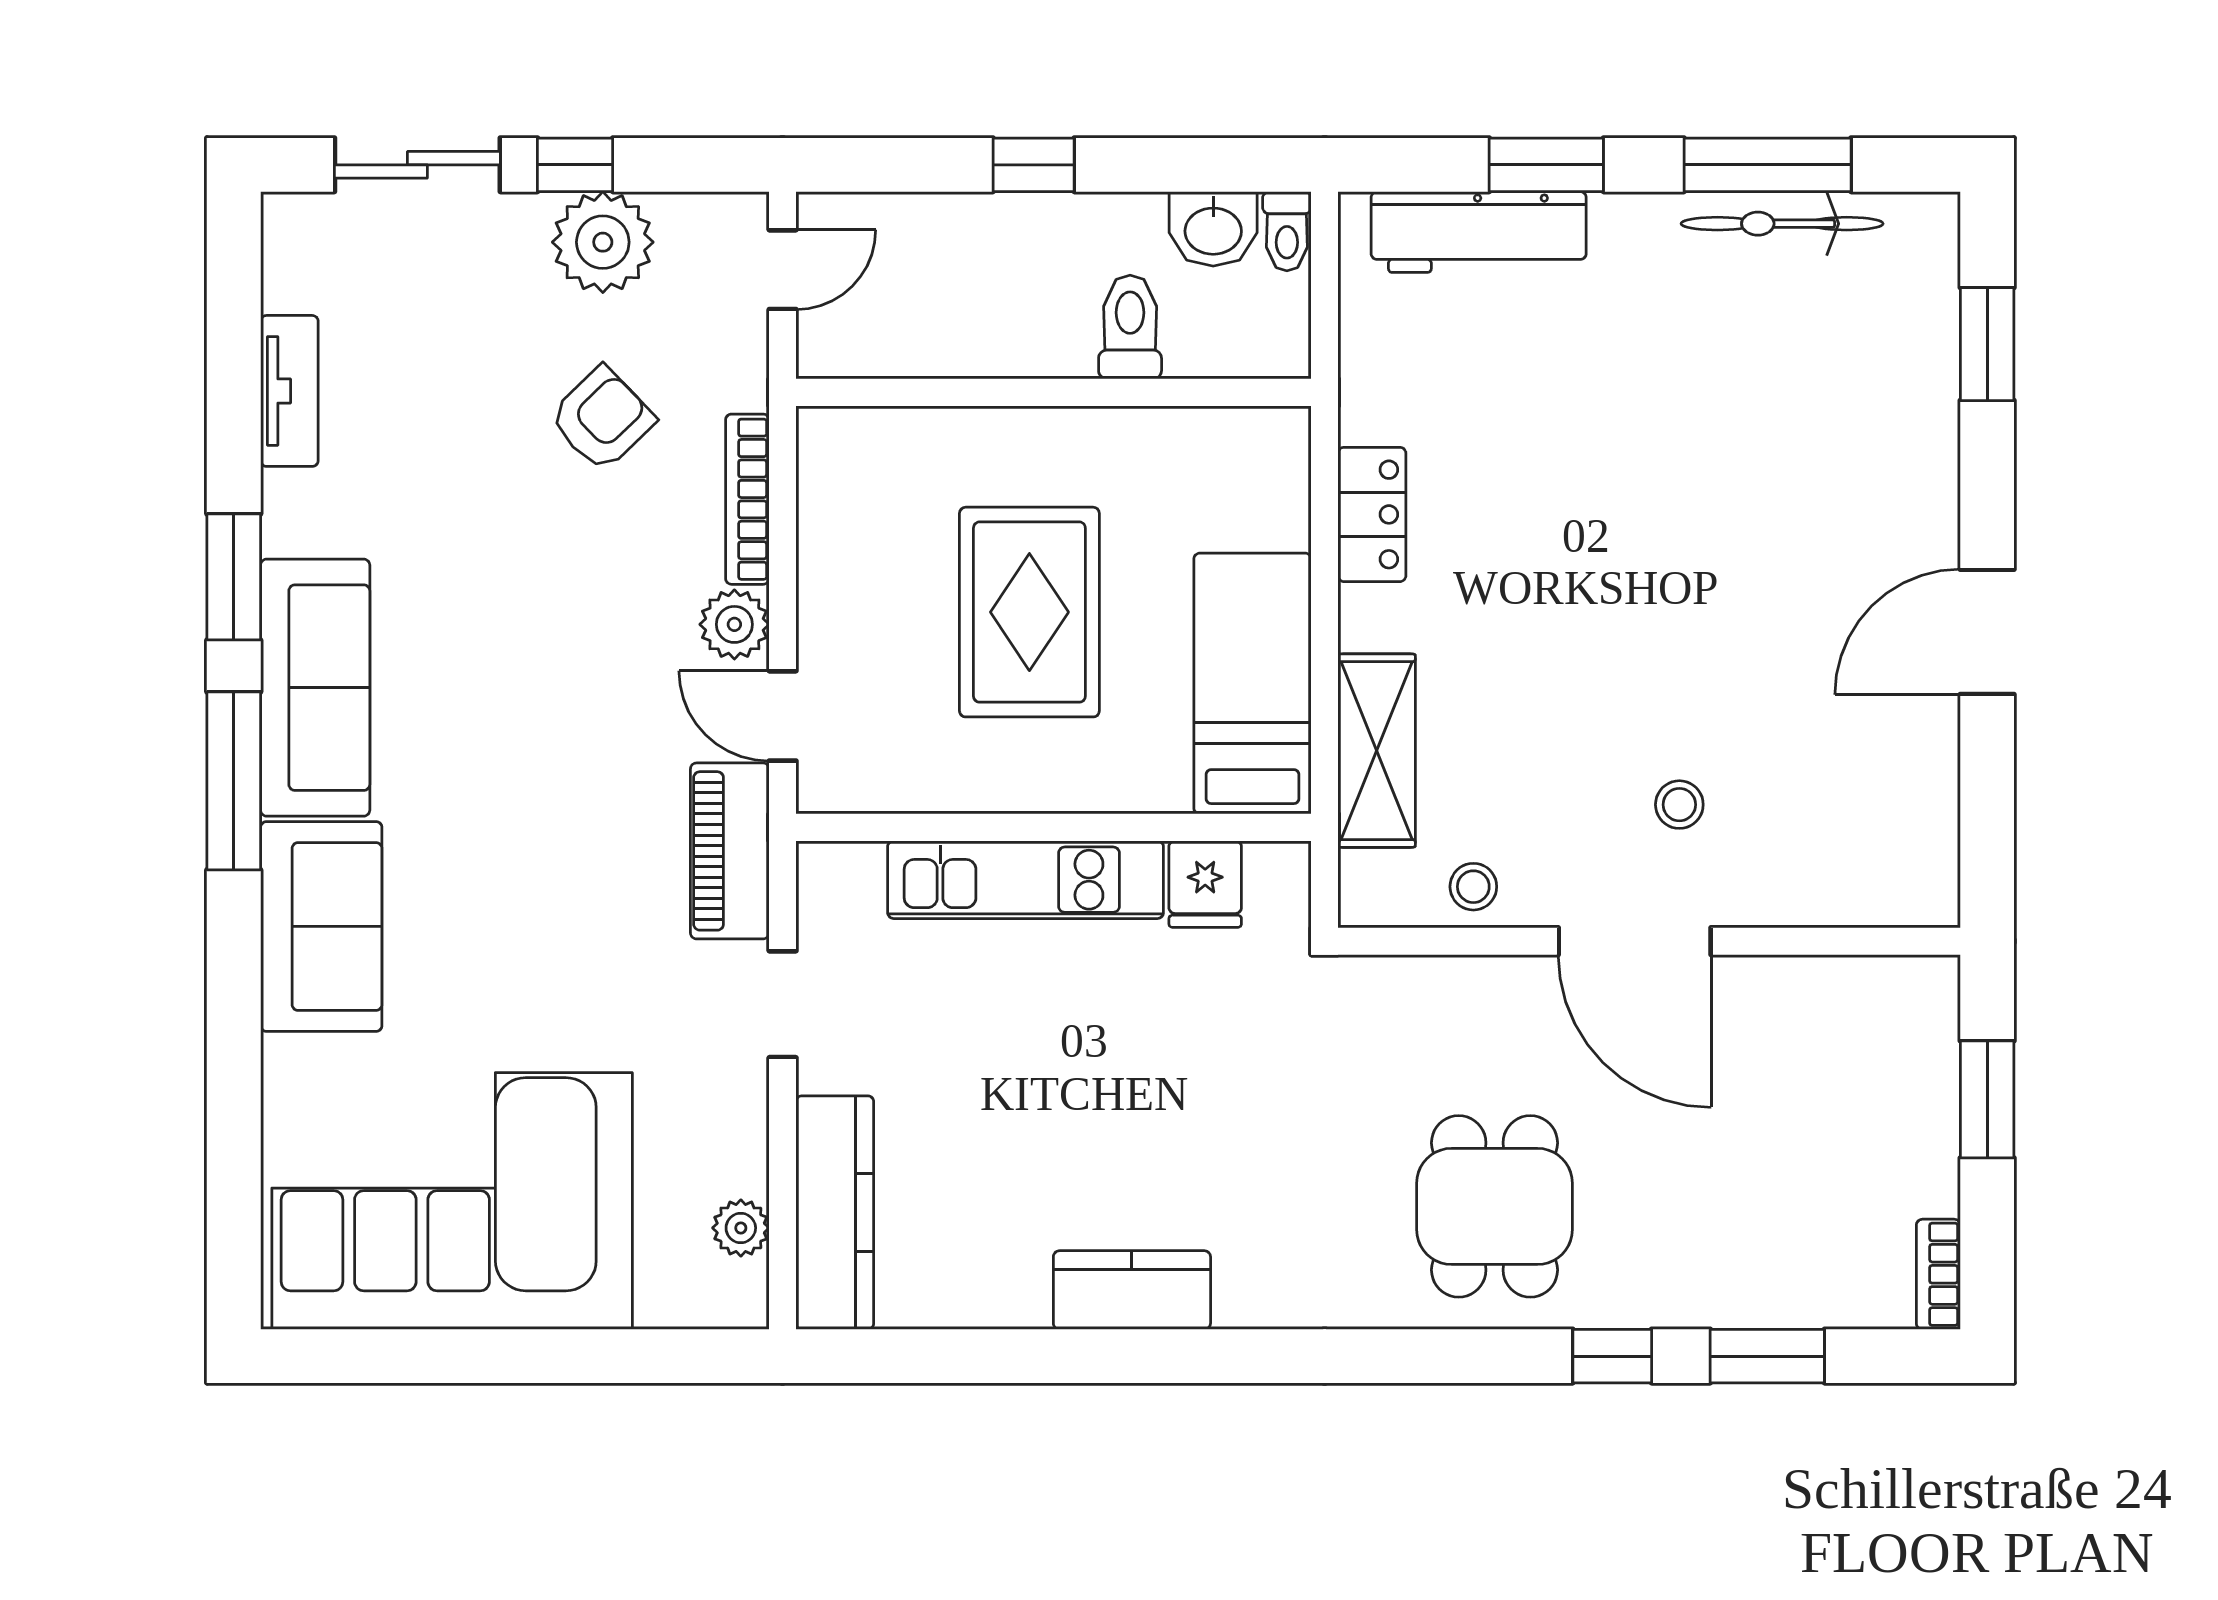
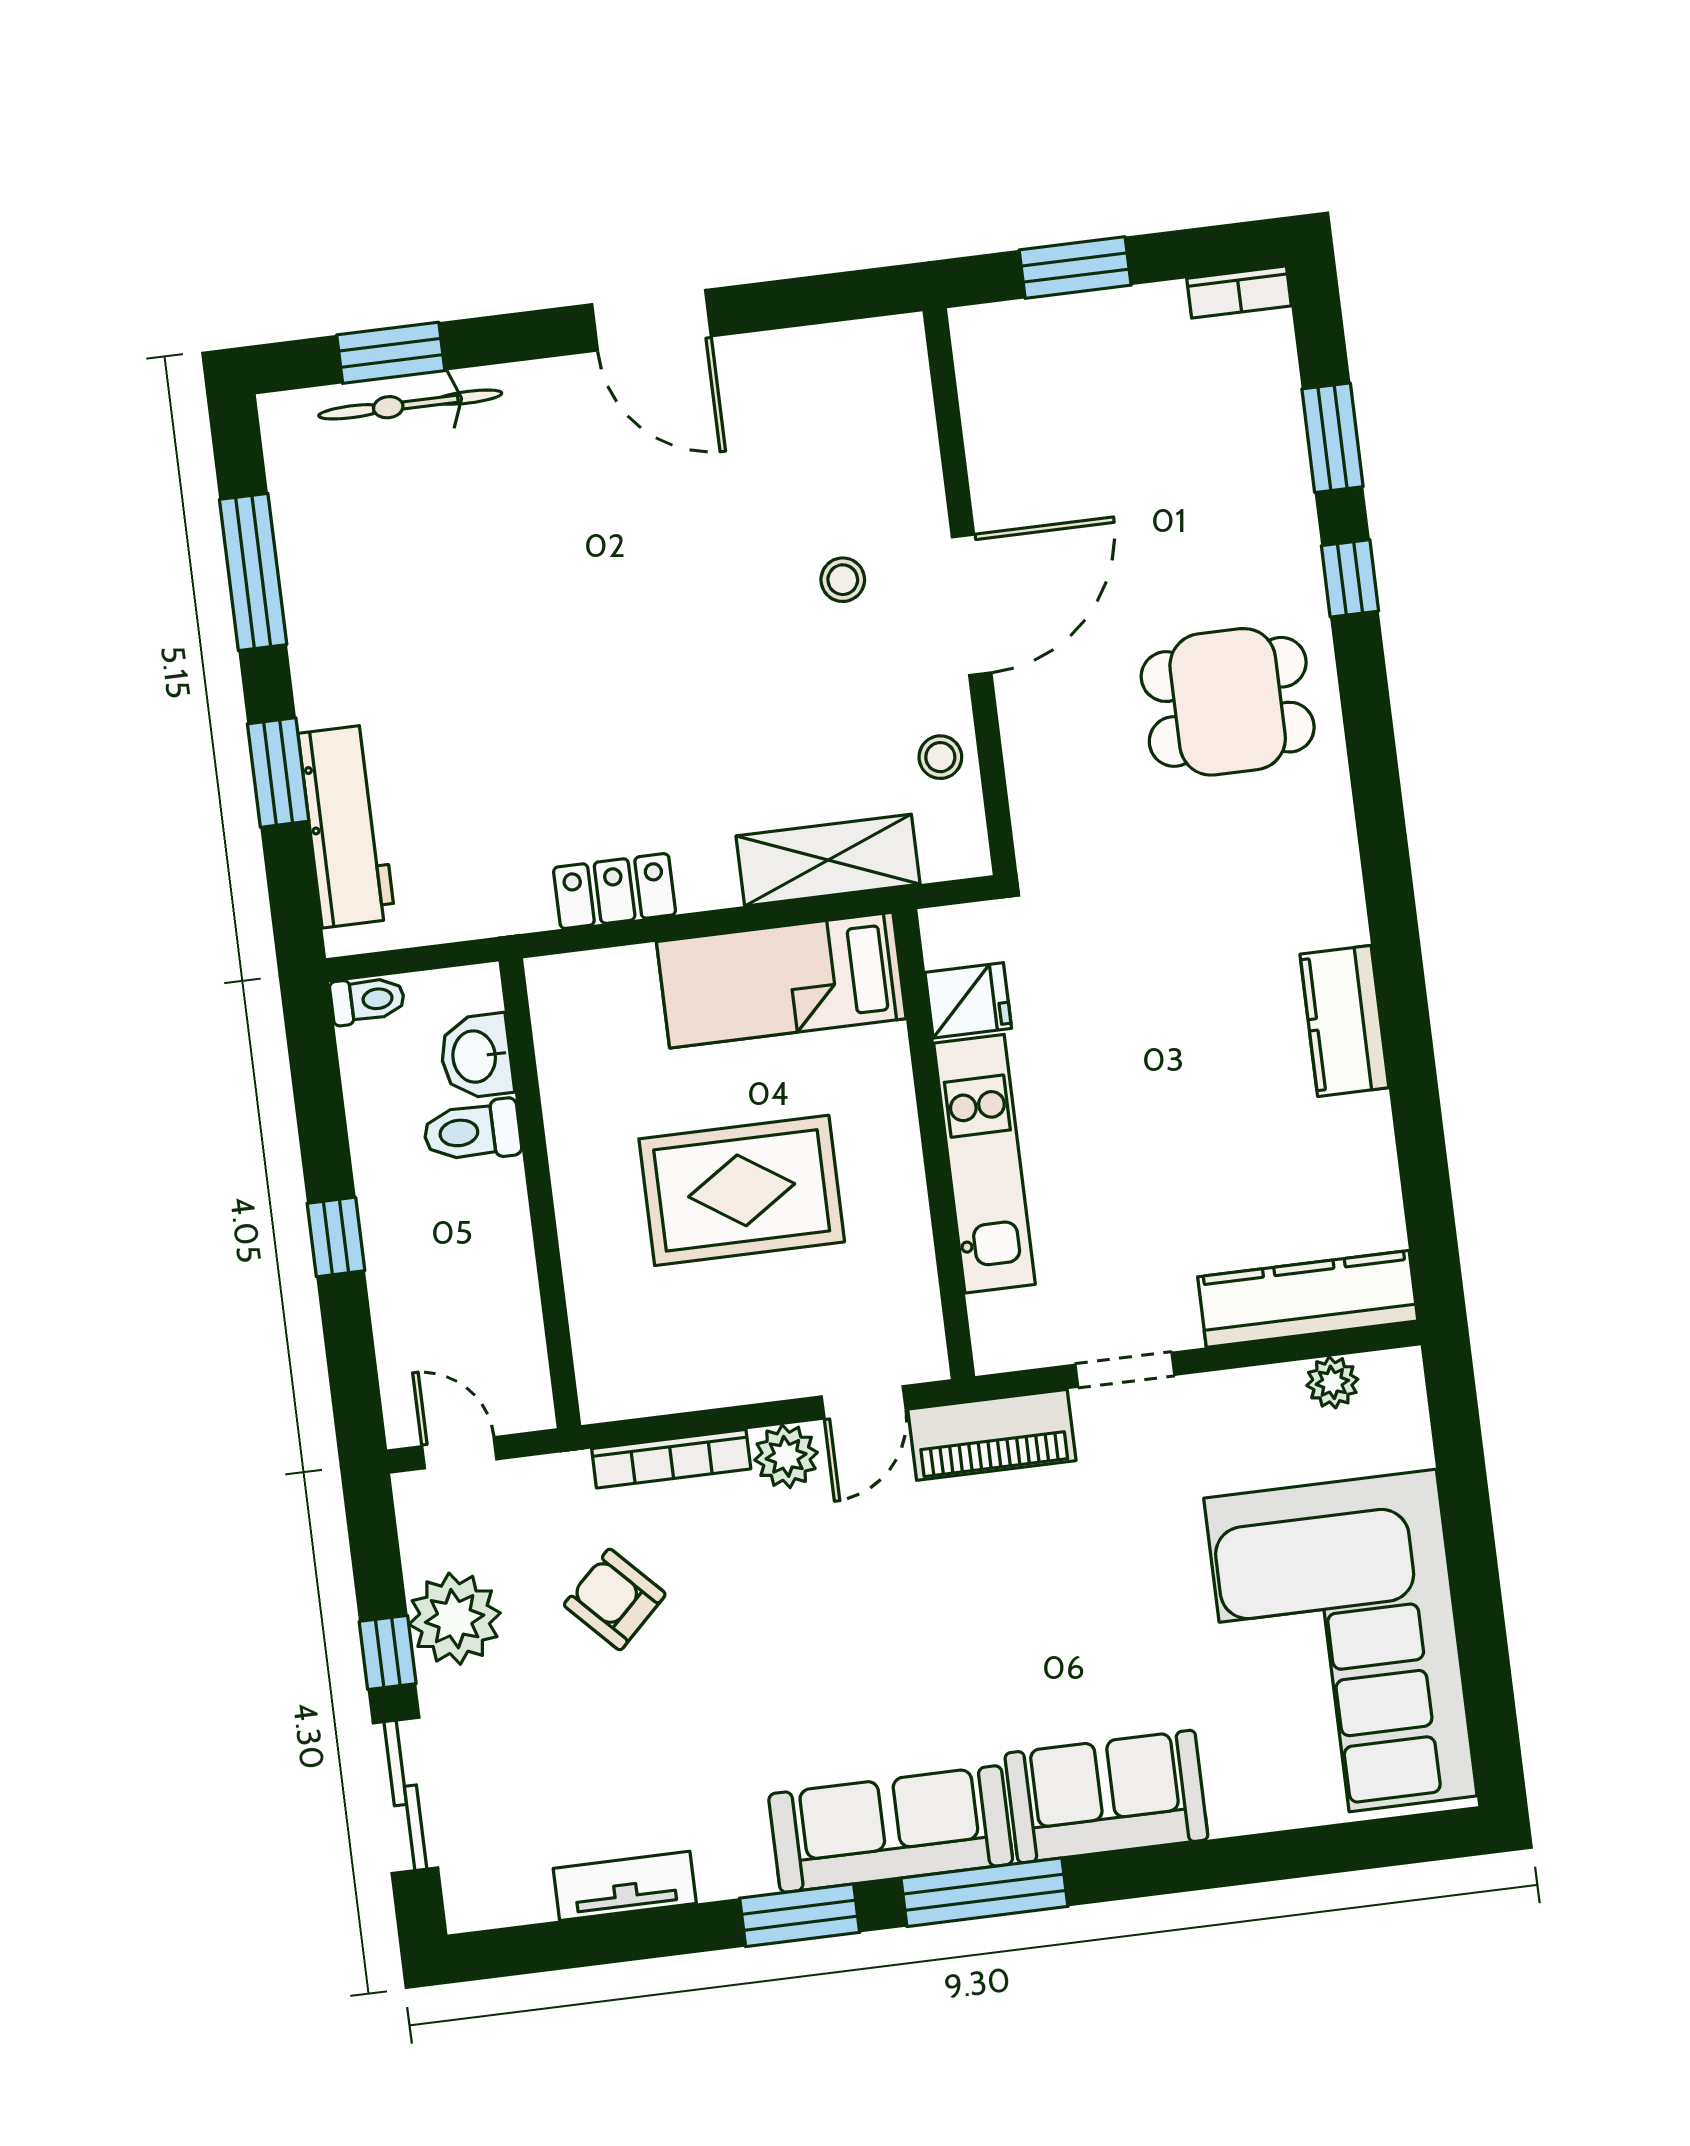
bicycle: (1782, 224) -> (410, 404), moved, turned 90
washbasin: (1213, 229) -> (476, 1056), moved, turned 180

